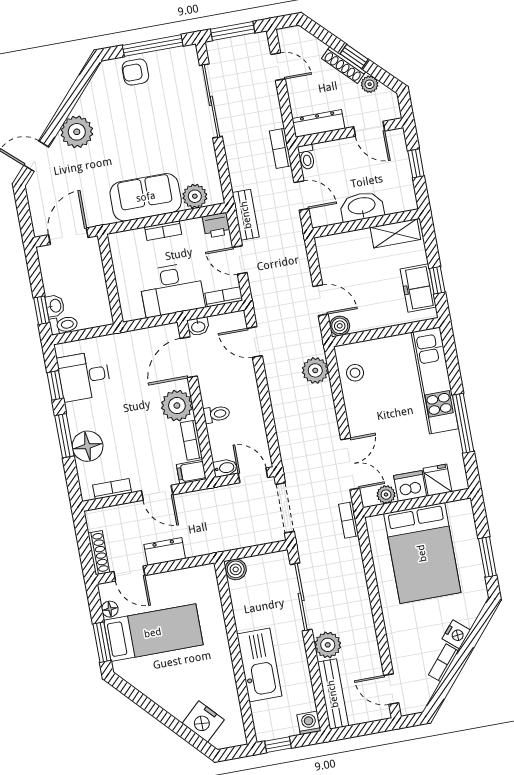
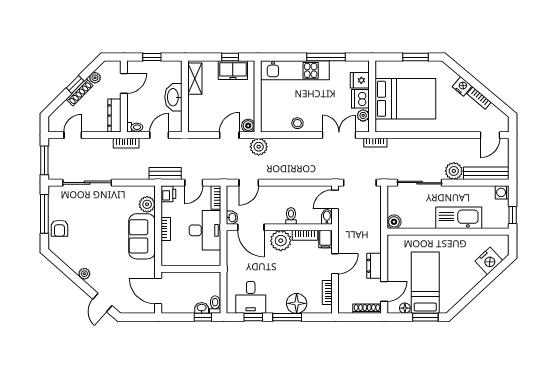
plant: (77, 132) -> (84, 274), width x0.53, depth x0.53
plant: (315, 370) -> (259, 147), moved
stool: (355, 373) -> (297, 123), moved

